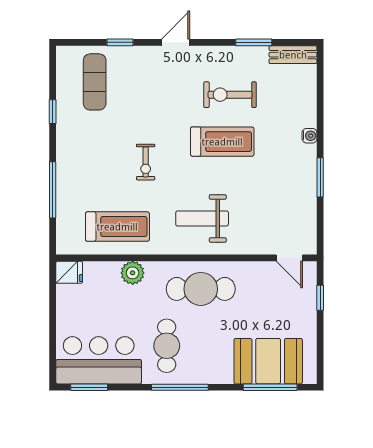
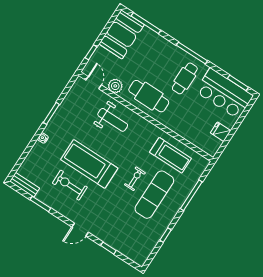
exercise mat: (95, 82) -> (154, 195), moved, width x1.36, depth x1.45
exercise bike: (230, 95) -> (70, 185), turned 180
treadmill: (222, 142) -> (89, 164), width x1.37, depth x1.38
weight bench: (202, 218) -> (113, 120), moved
treadmill: (117, 227) -> (170, 155), turned 180
fridge: (69, 272) -> (221, 132), moved
plant: (133, 273) -> (115, 86), moved
booth: (268, 361) -> (122, 34), moved, turned 90

